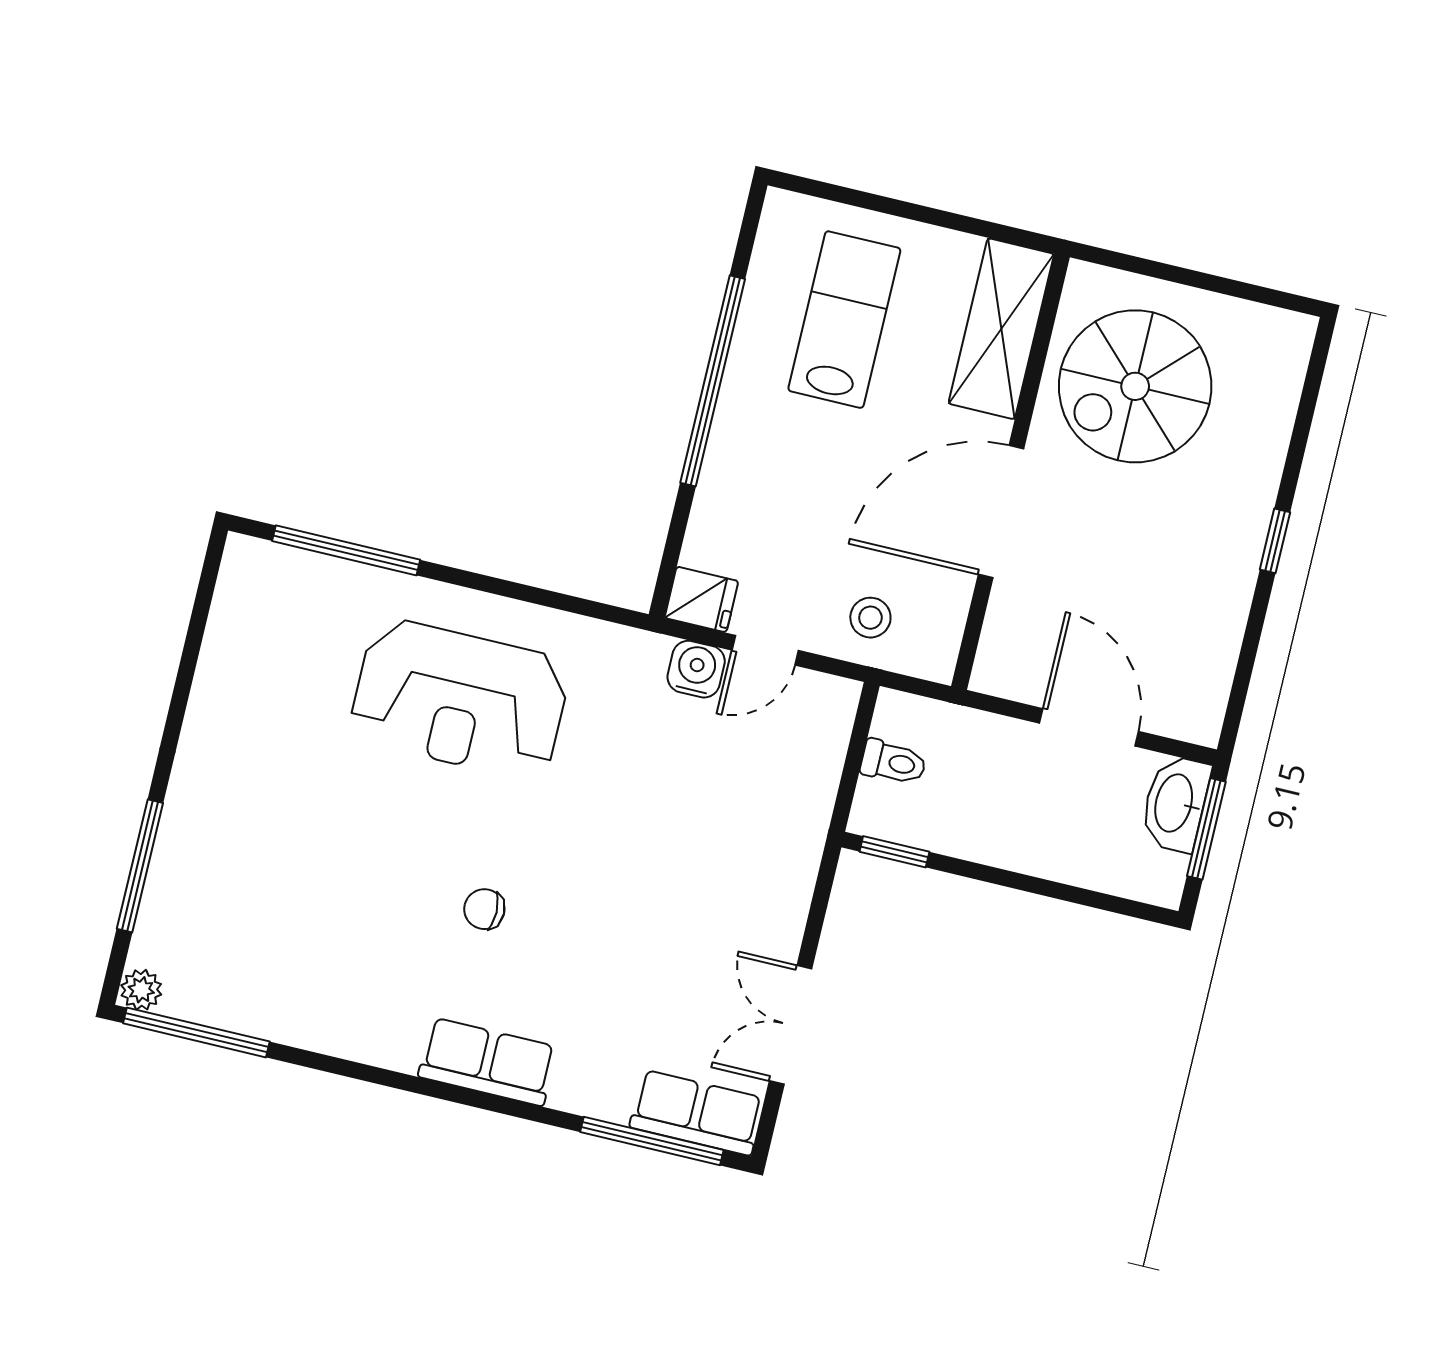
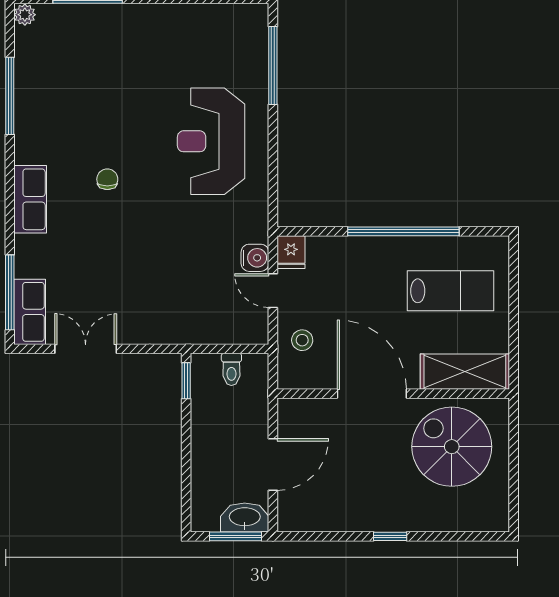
window: (196, 1032) -> (10, 96), moved

